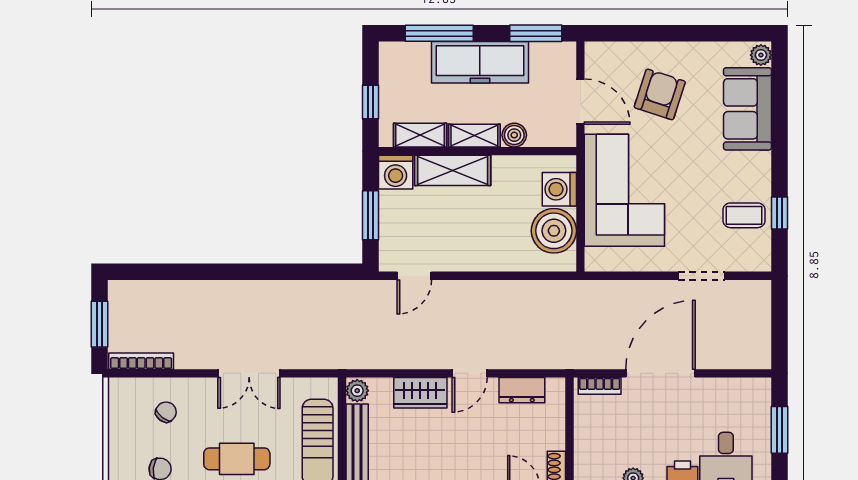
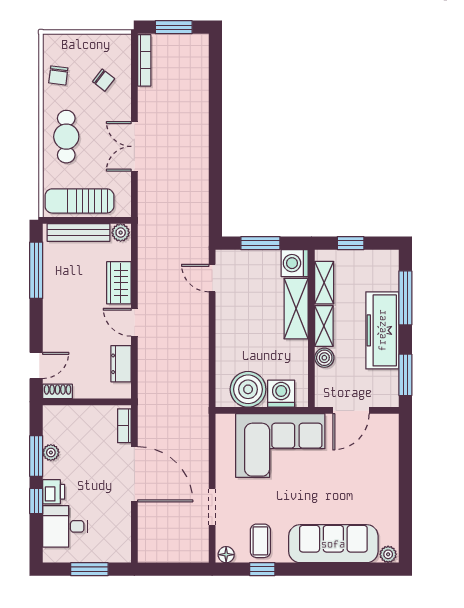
armchair: (660, 94) -> (357, 474), removed
sofa: (748, 109) -> (333, 544), width x1.36
floor lamp: (761, 258) -> (226, 555), added

